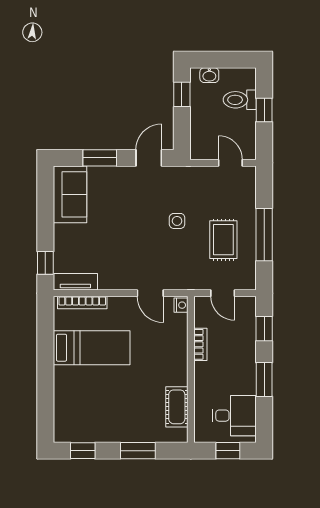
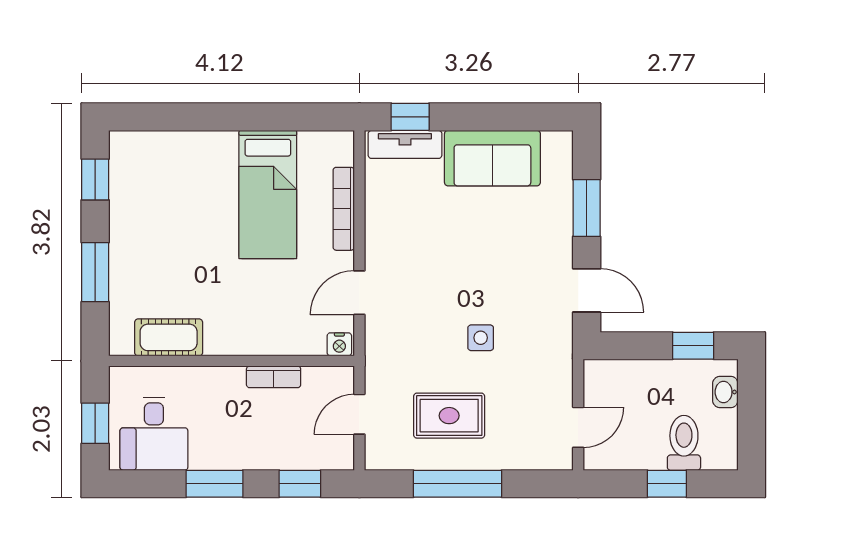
sofa: (70, 194) -> (492, 158), moved
tv unit: (75, 282) -> (405, 144), moved, turned 90
bookcase: (82, 303) -> (344, 209), moved

